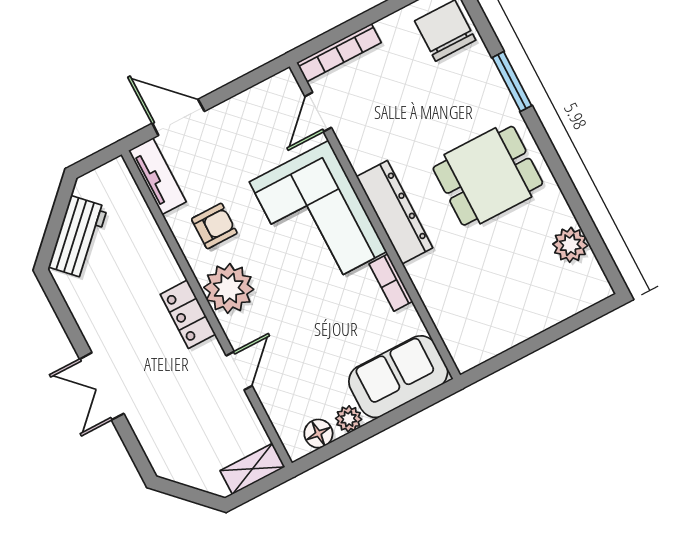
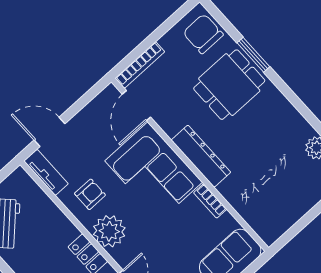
door: (318, 112) -> (136, 106), width x1.38
dining table: (488, 176) -> (229, 85), moved

